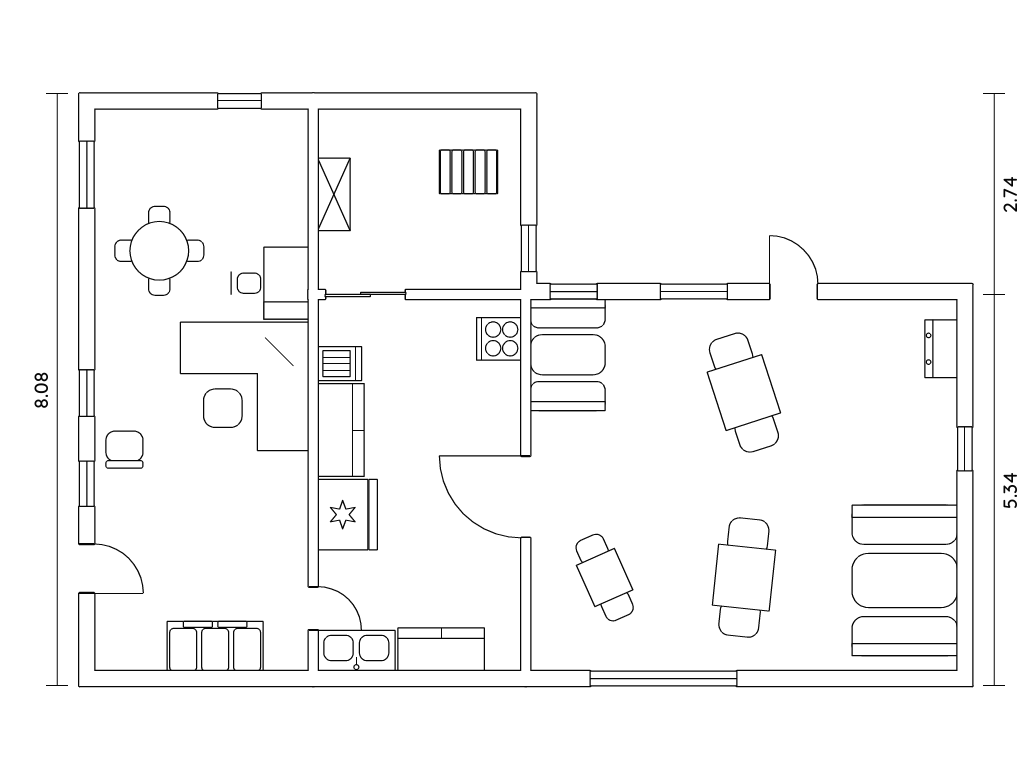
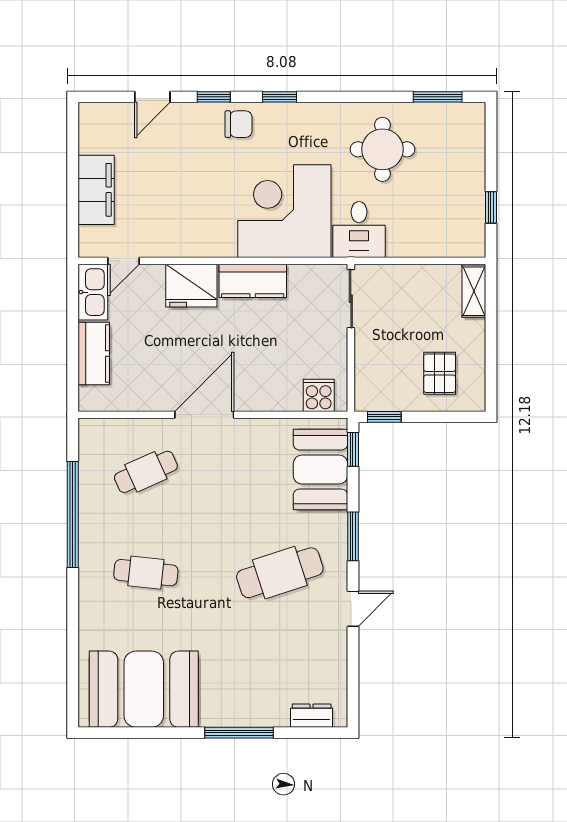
shelving: (334, 194) -> (474, 291), moved, turned 90
booth: (568, 355) -> (321, 470), moved, turned 90
dishwasher: (340, 364) -> (301, 280), removed
window: (965, 449) -> (239, 733), width x2.17
cafe table: (744, 578) -> (146, 573), width x0.73, depth x0.74

